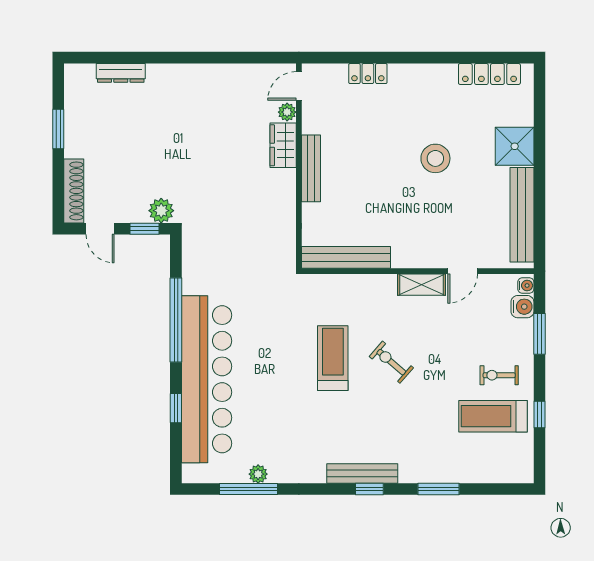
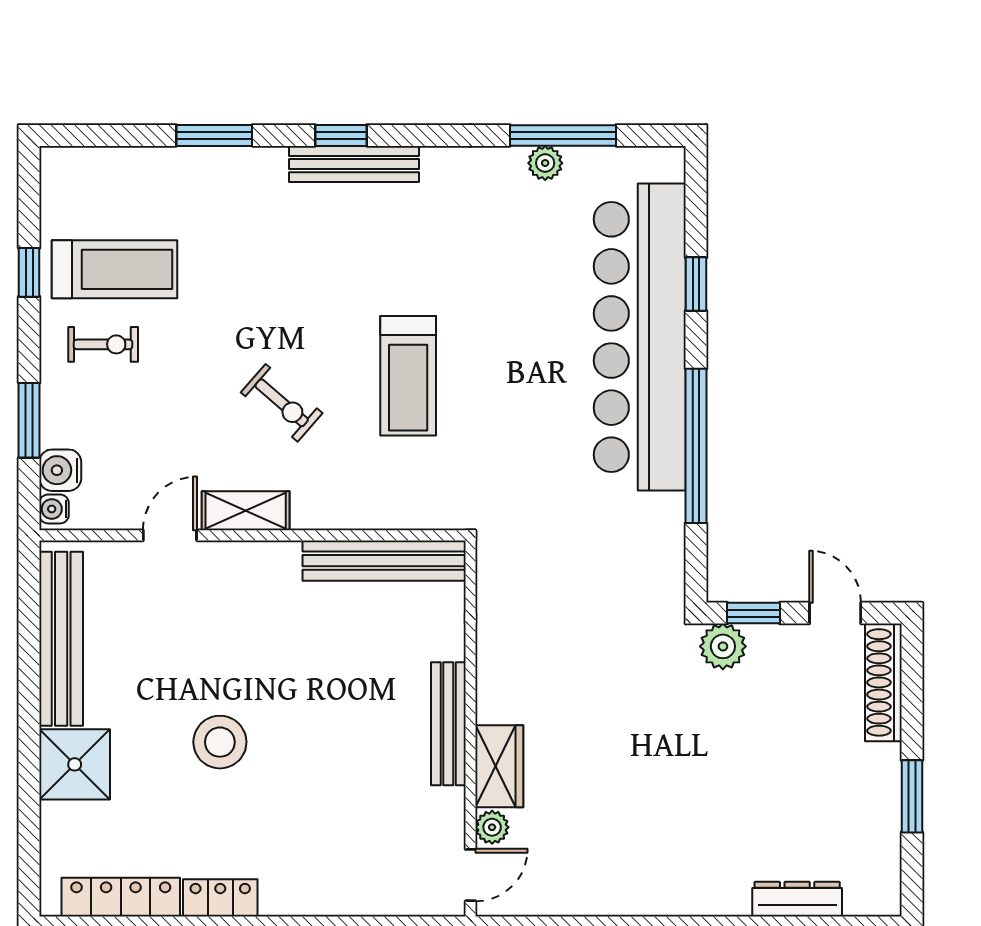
locker: (368, 74) -> (220, 898), moved
exercise bike: (391, 362) -> (282, 403), moved

